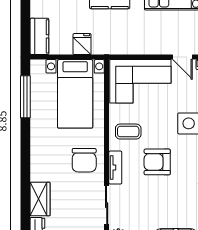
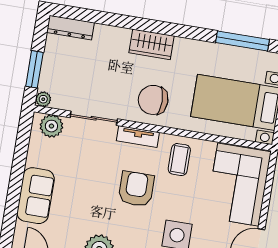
wardrobe: (40, 199) -> (152, 44), moved

